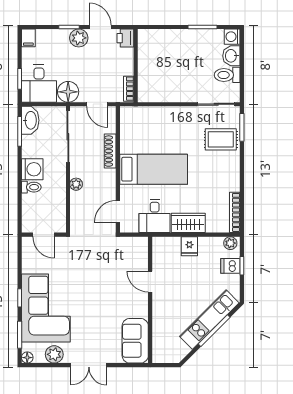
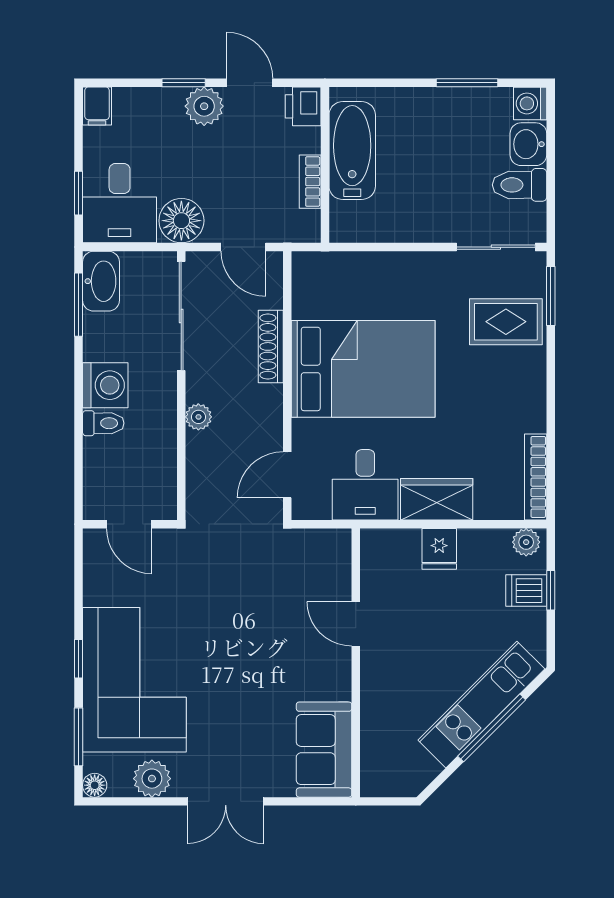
bathtub: (148, 59) -> (352, 151), added
bookcase: (129, 89) -> (310, 182), moved
bed: (154, 169) -> (363, 369), width x1.50

